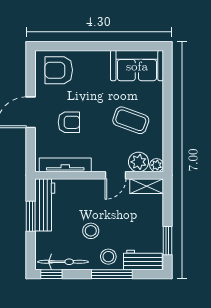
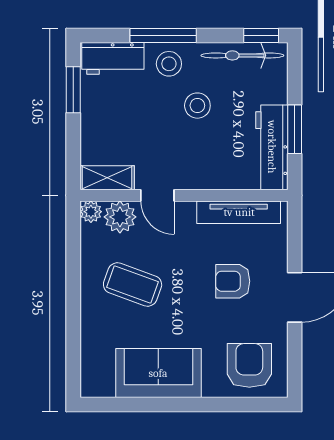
sofa: (137, 66) -> (158, 373), moved
armchair: (59, 70) -> (249, 365), turned -90
door: (115, 175) -> (157, 195), swing flipped

